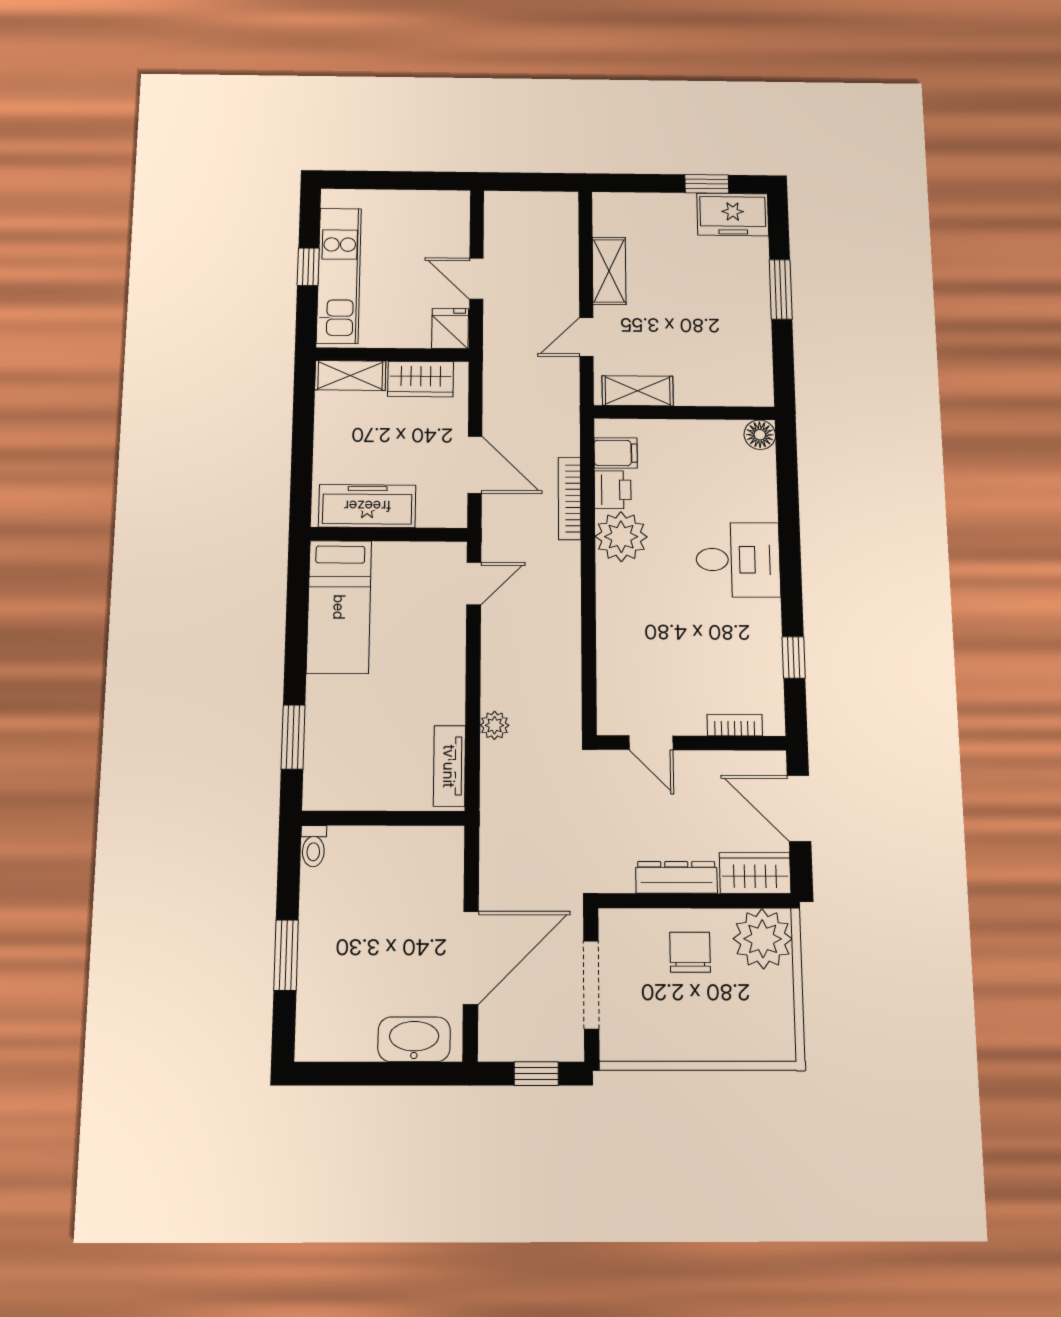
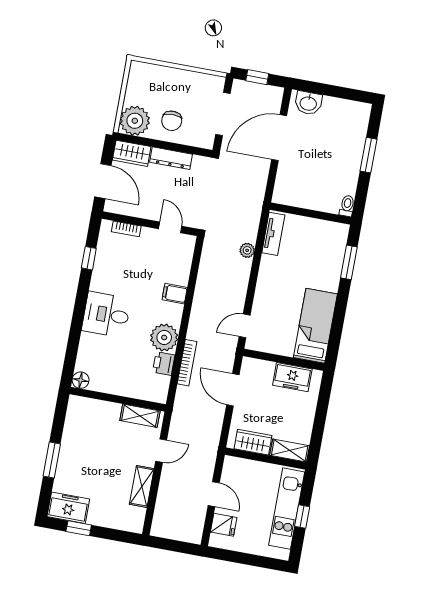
fridge: (450, 328) -> (224, 525), moved, turned -90
filing cabinet: (616, 453) -> (175, 294), moved
freezer: (367, 506) -> (292, 377), width x0.71
washbasin: (414, 1039) -> (308, 103), width x0.72

